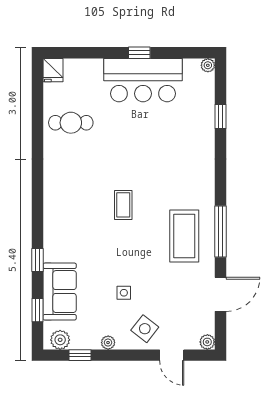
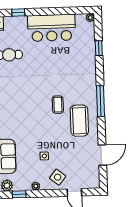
window: (139, 53) -> (18, 12), moved
coffee table: (123, 205) -> (58, 105), moved
window: (220, 232) -> (101, 101), moved
plant: (207, 342) -> (95, 184), removed

